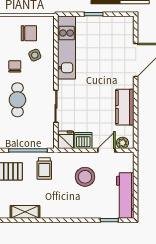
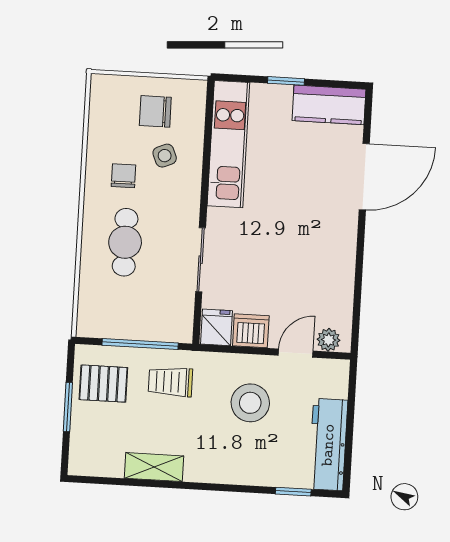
chair: (29, 33) -> (155, 111), turned 180
kitchen counter: (125, 107) -> (329, 105), moved, turned -90
trolley: (44, 169) -> (170, 382), turned 90
shelving: (25, 212) -> (154, 467), moved

